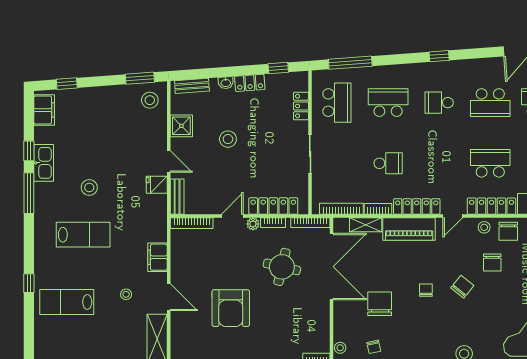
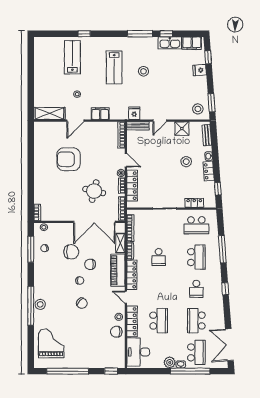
window: (350, 63) -> (222, 249), moved
fridge: (87, 97) -> (200, 70), added
school desk: (439, 103) -> (196, 289), turned 180
stool: (228, 139) -> (186, 162), moved
kitchen sink: (44, 163) -> (170, 43), moved
fridge: (157, 185) -> (134, 113), moved
chair: (492, 262) -> (90, 264), moved

